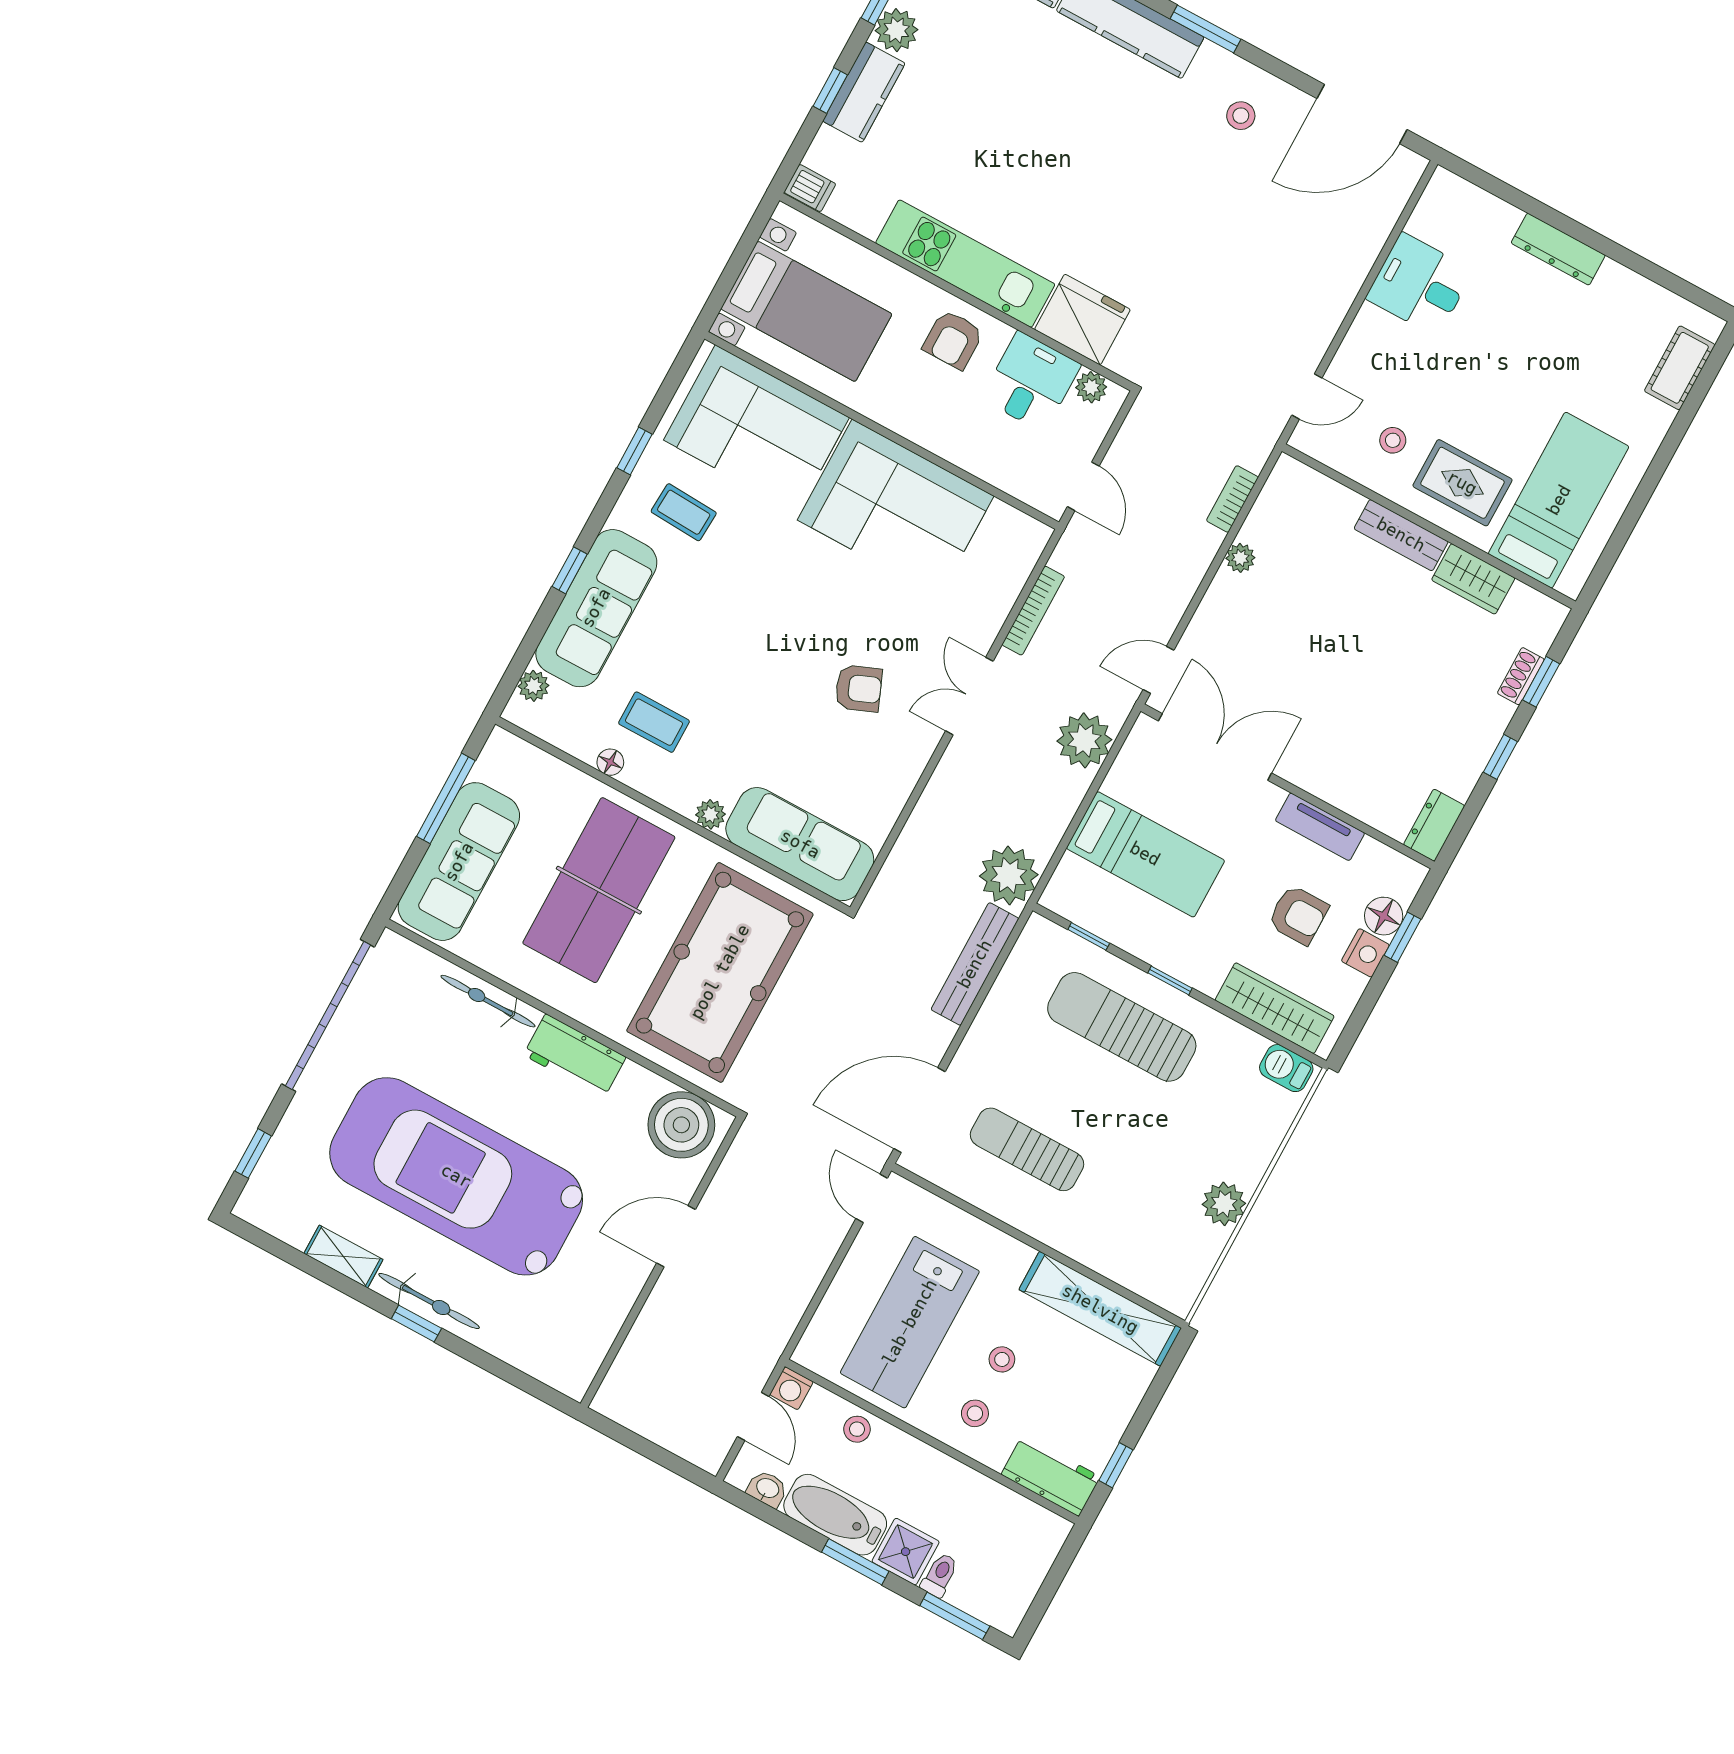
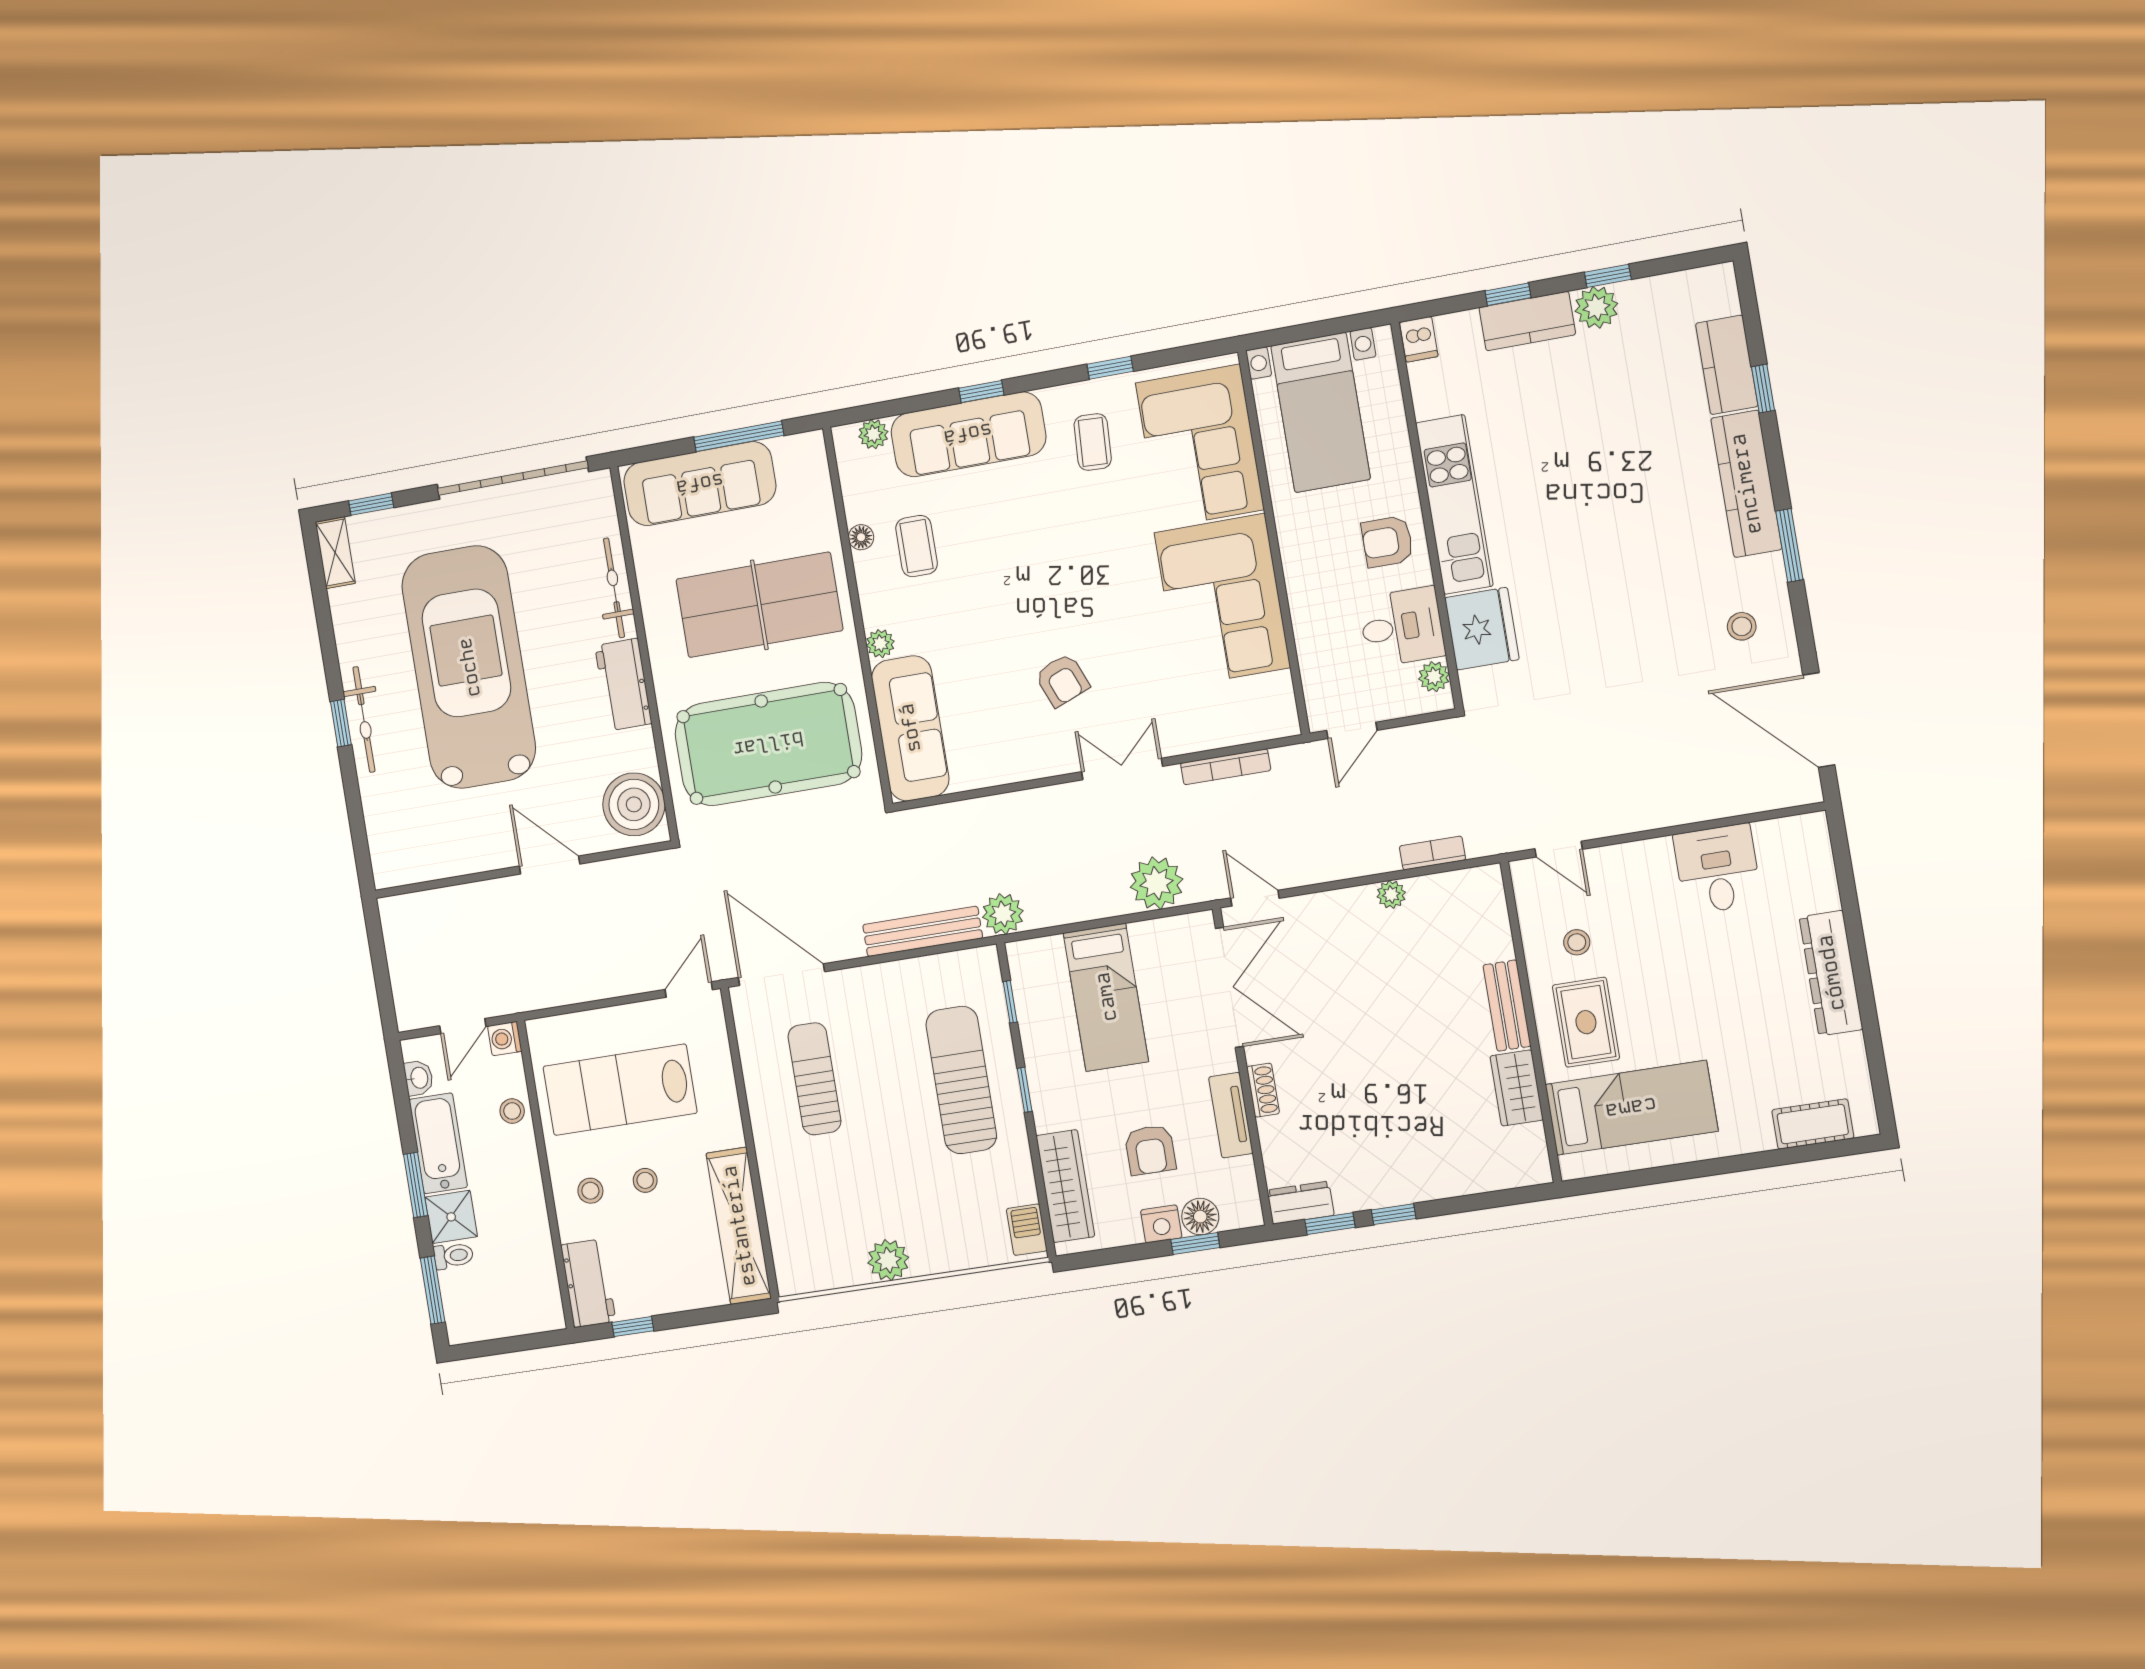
dresser: (1558, 249) -> (1831, 973), width x1.37, depth x1.24
shoe rack: (1521, 676) -> (1263, 1090), moved, turned 90
window: (1541, 682) -> (1330, 1224), moved
plant: (1009, 875) -> (1003, 914), width x0.73, depth x0.73
shelving: (343, 1257) -> (335, 553), moved

